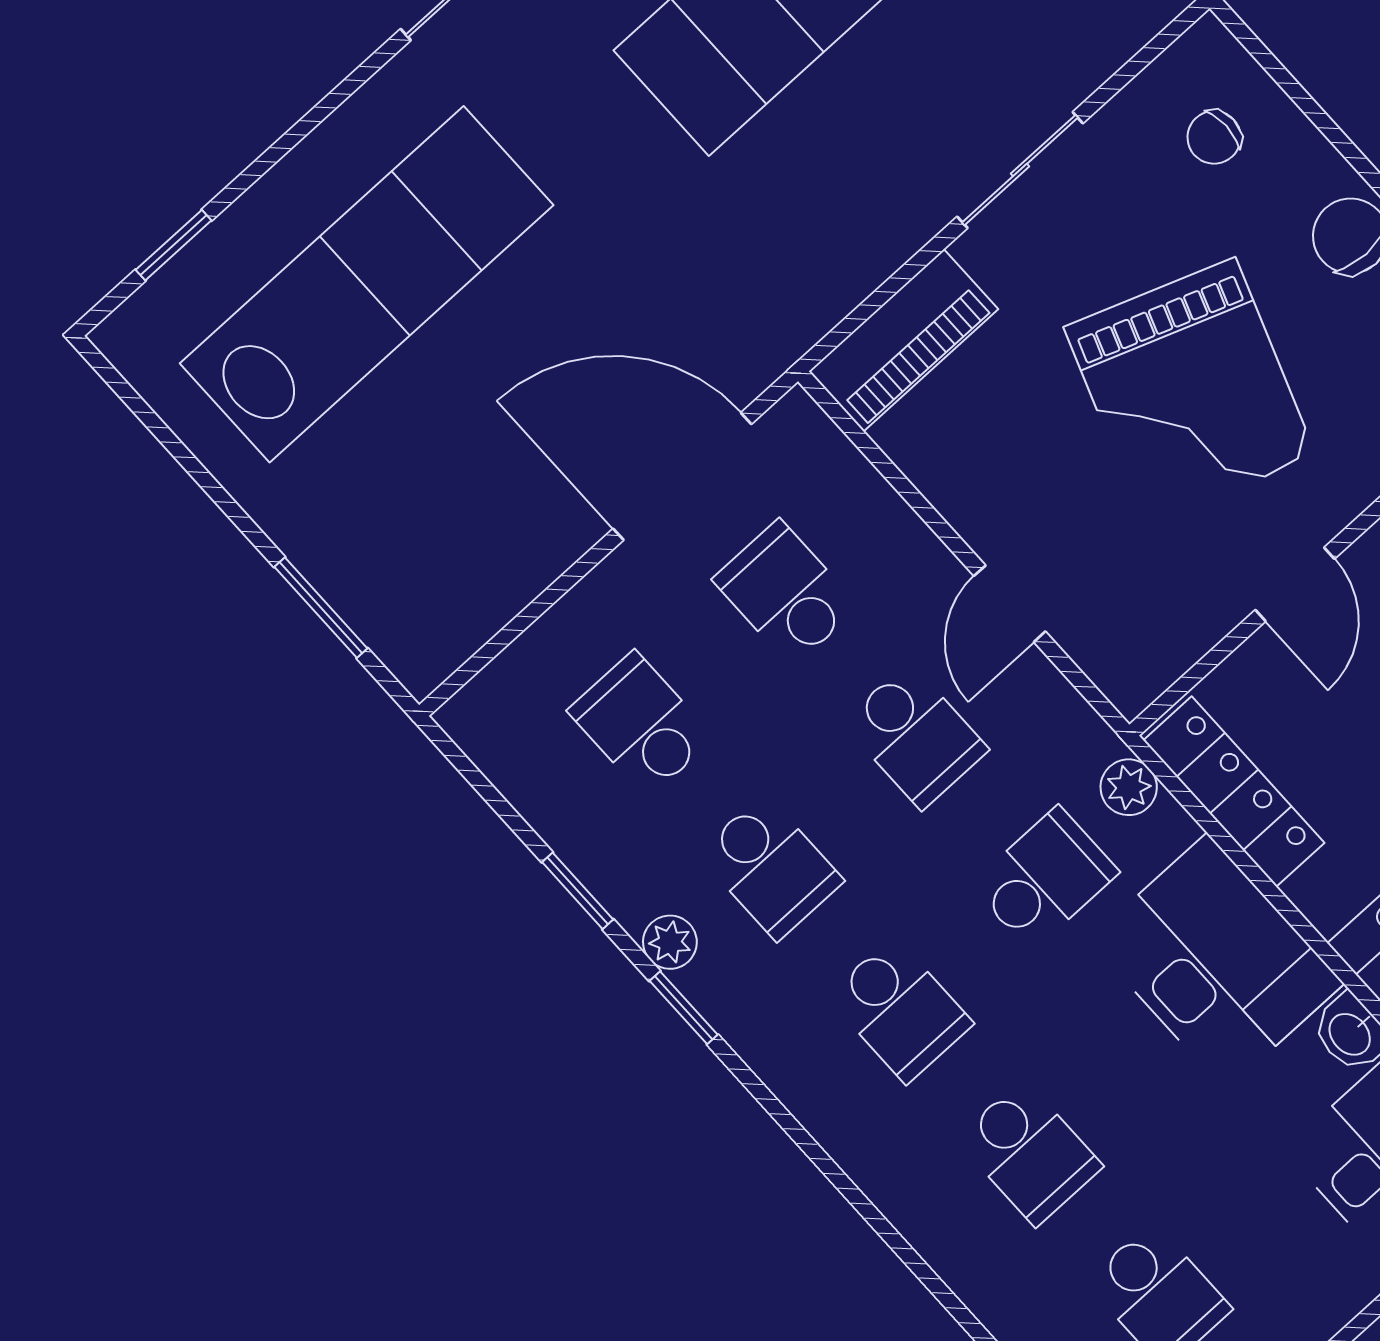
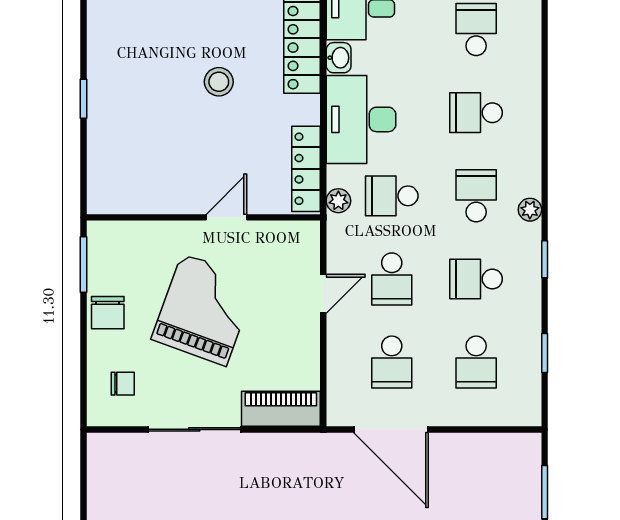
sliding door: (1020, 170) -> (194, 429), width x1.37
school desk: (915, 736) -> (392, 279), turned 180
school desk: (770, 867) -> (476, 279), turned -90
window: (578, 891) -> (545, 353), moved
plant: (670, 942) -> (530, 210), moved
school desk: (1029, 1153) -> (476, 113), turned -90

